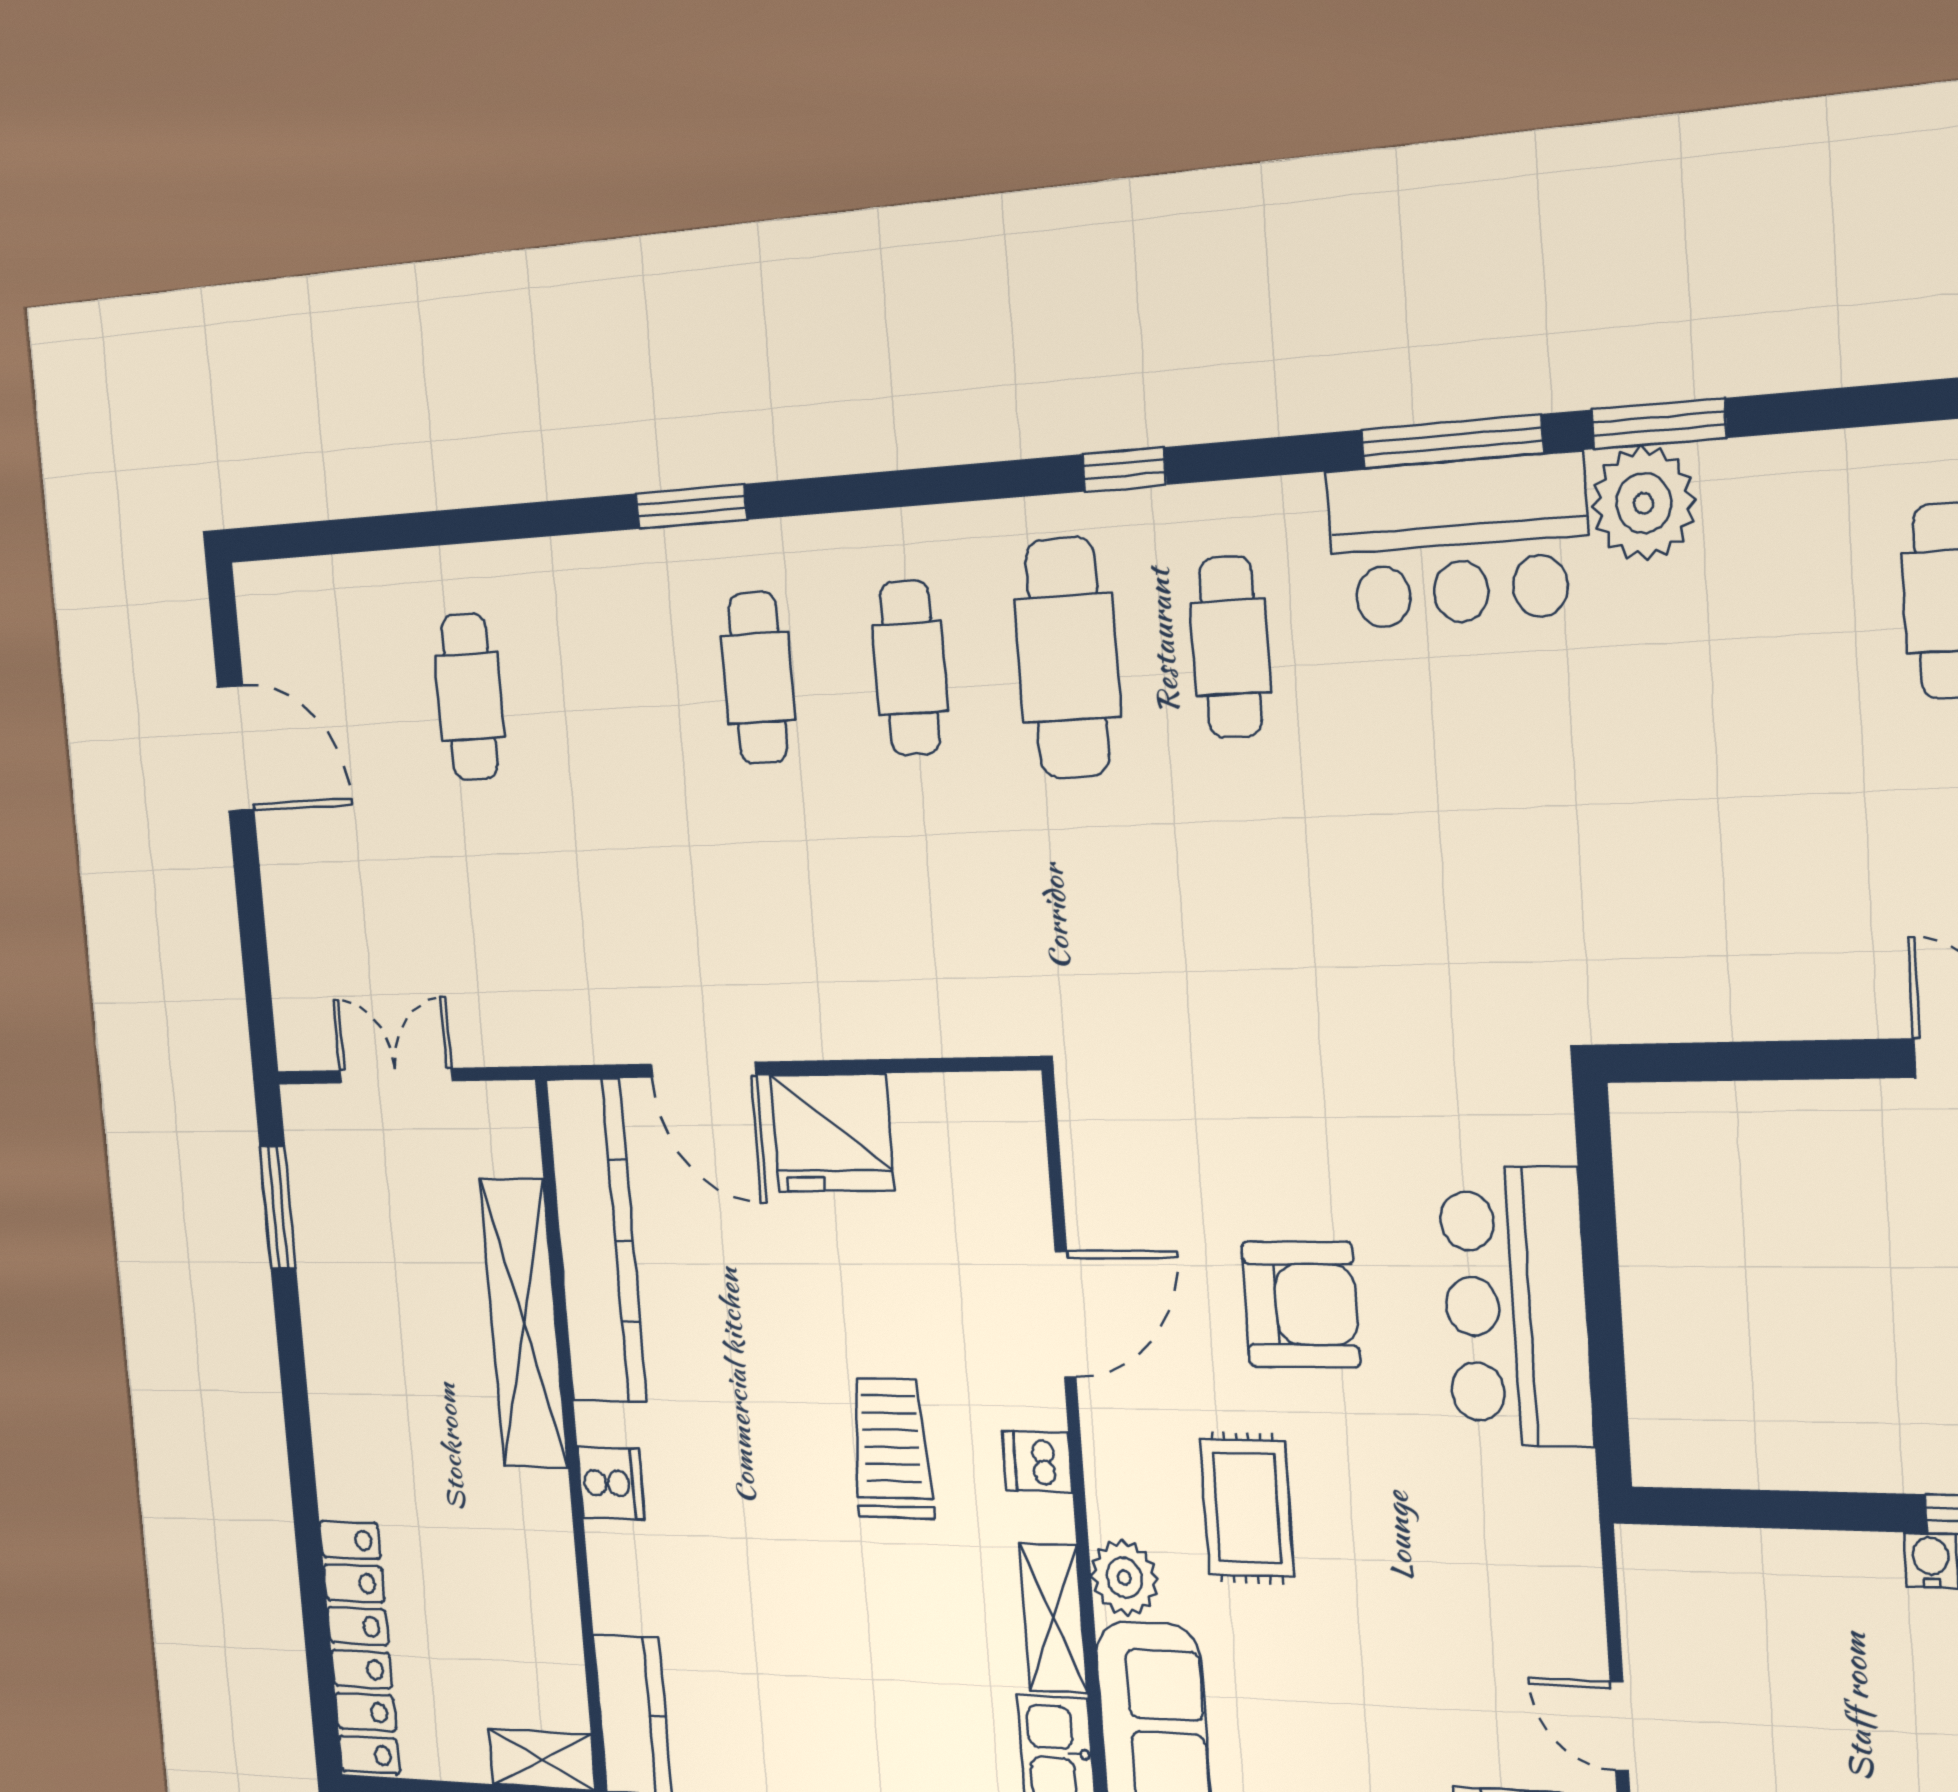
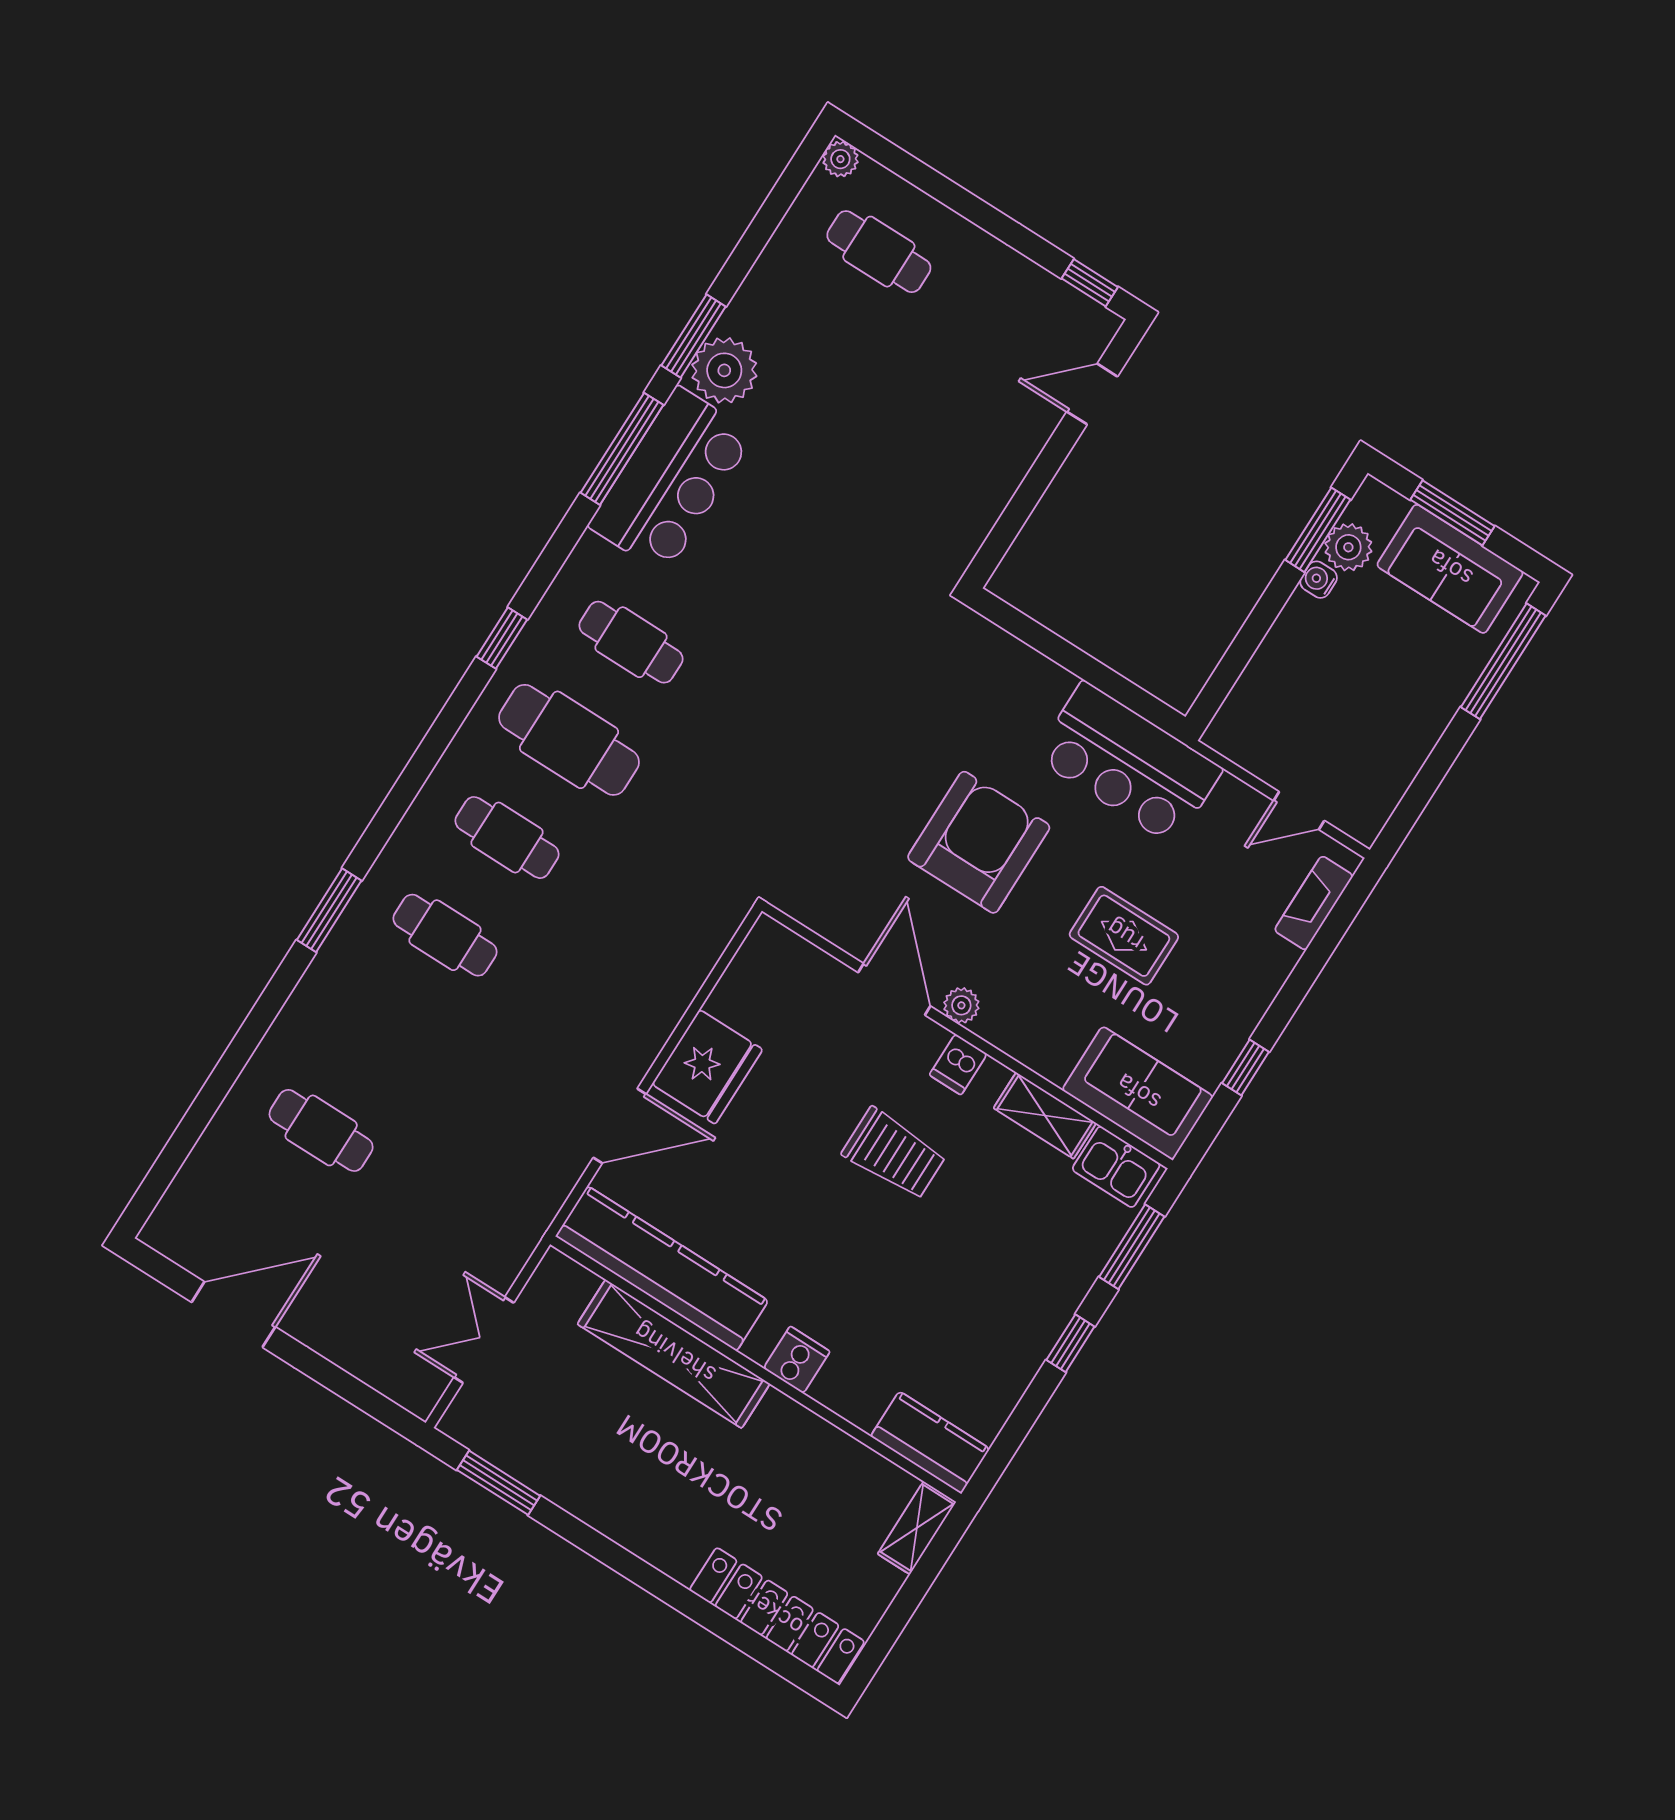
armchair: (1301, 1305) -> (979, 842), width x1.36, depth x1.36
bar counter: (1516, 1307) -> (1129, 763), moved
trolley: (891, 1448) -> (894, 1154), turned 180
rug: (1247, 1508) -> (1124, 936), moved
plant: (1124, 1578) -> (961, 1005), moved, width x0.73, depth x0.73

